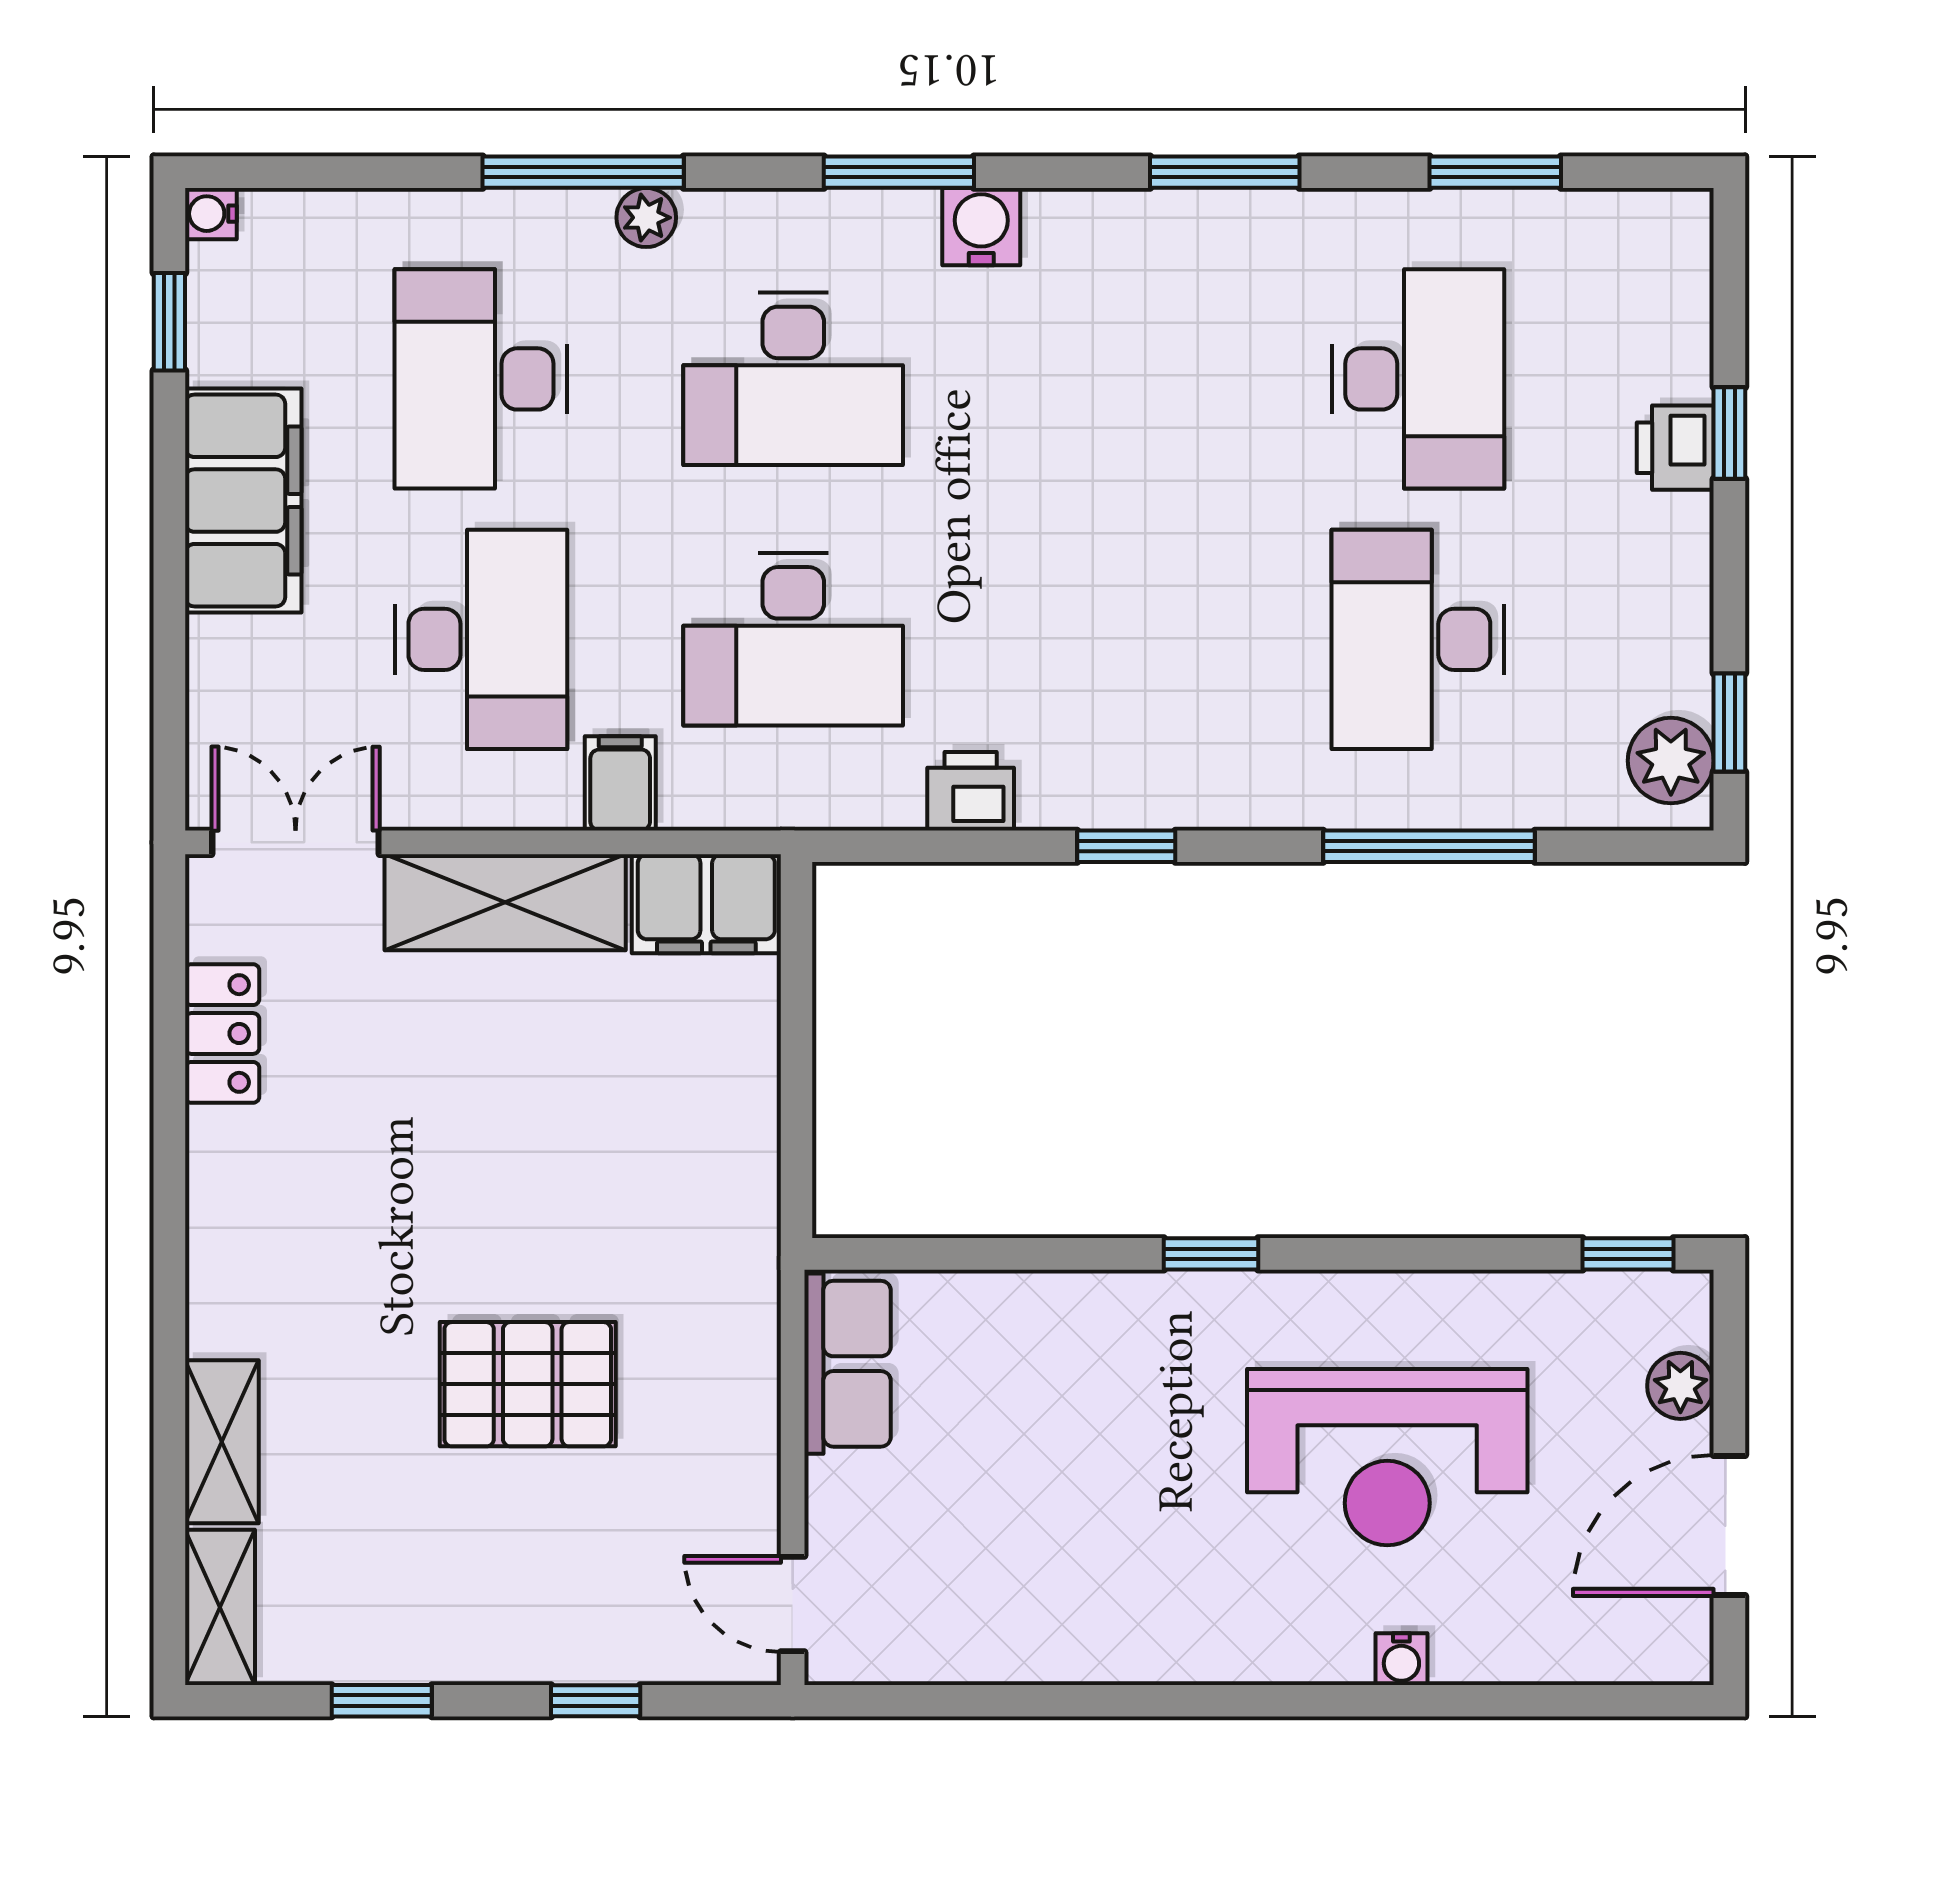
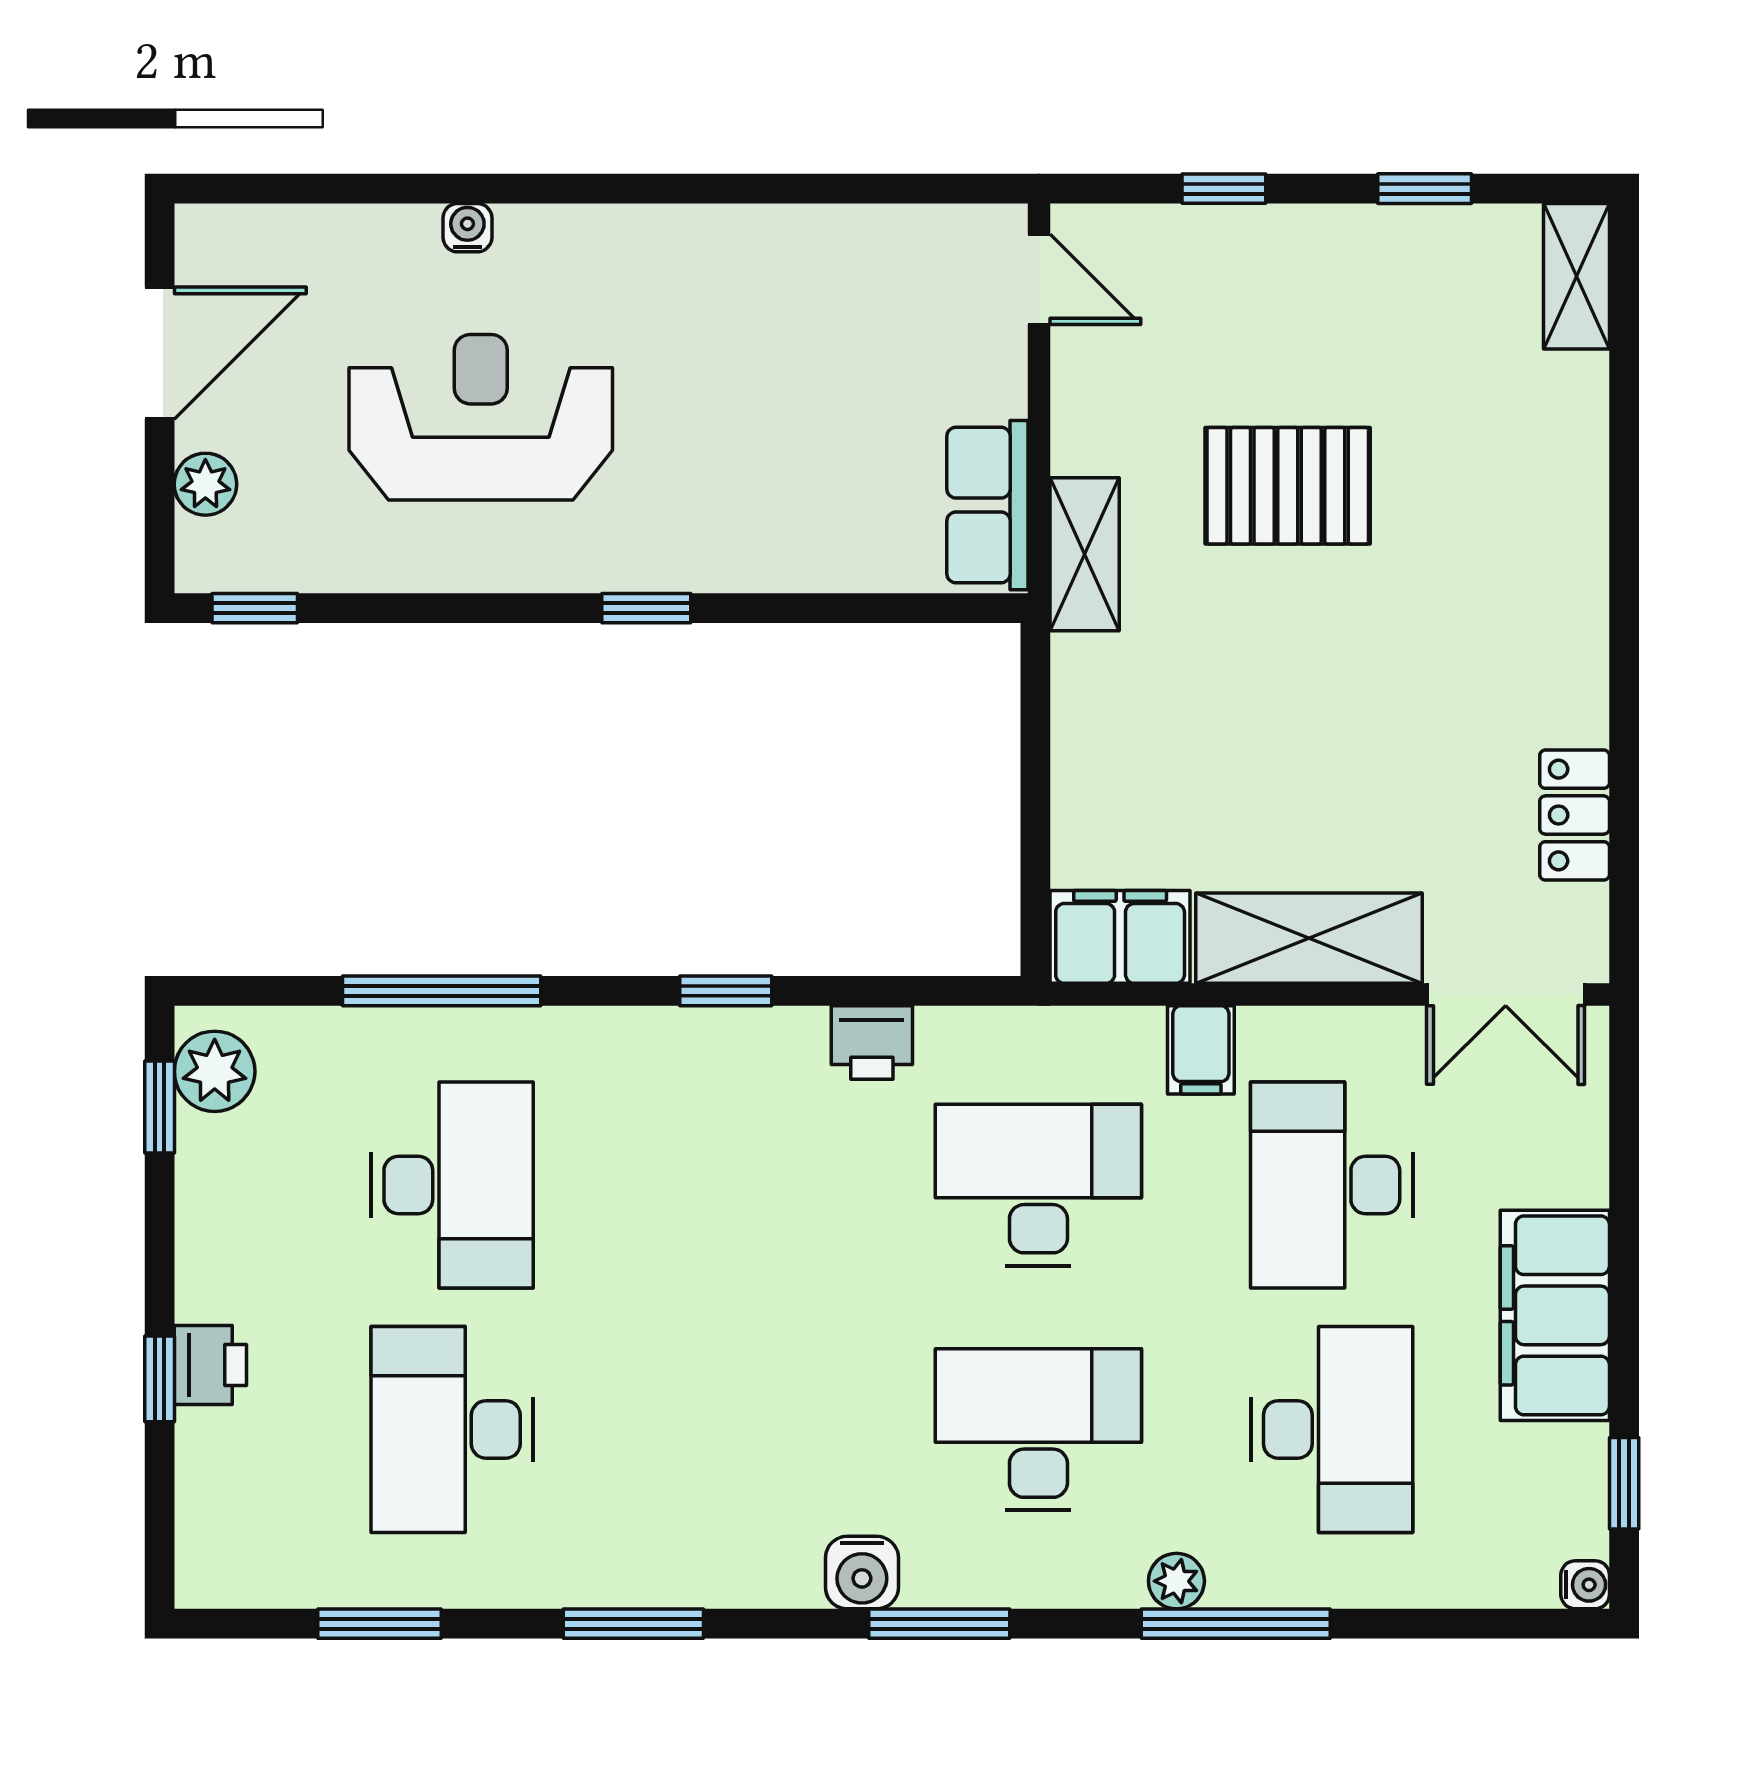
shelving: (222, 1442) -> (1085, 554), moved

